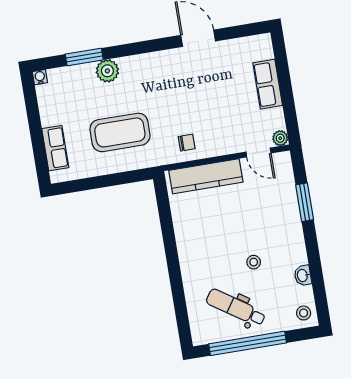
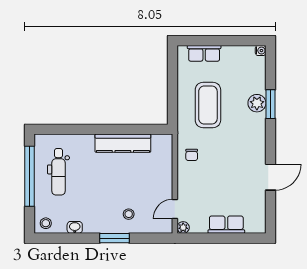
window: (84, 57) -> (271, 104), moved
kitchen counter: (206, 176) -> (123, 143), moved, turned -90
window: (305, 202) -> (115, 238), moved
stool: (254, 262) -> (129, 214), moved
dental chair: (236, 308) -> (59, 172), turned 146

